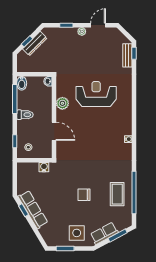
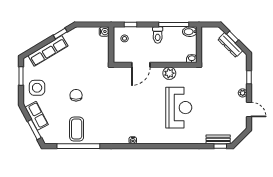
water cooler: (44, 167) -> (104, 32), moved
coffee table: (117, 194) -> (77, 129), turned 90
row of seats: (33, 209) -> (48, 51), moved

